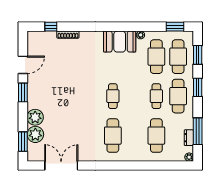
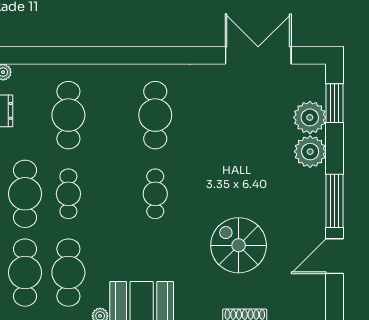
spiral stairs: (71, 70) -> (239, 245), added
window: (23, 93) -> (335, 201), width x1.44
double door: (61, 166) -> (258, 55), swing flipped

